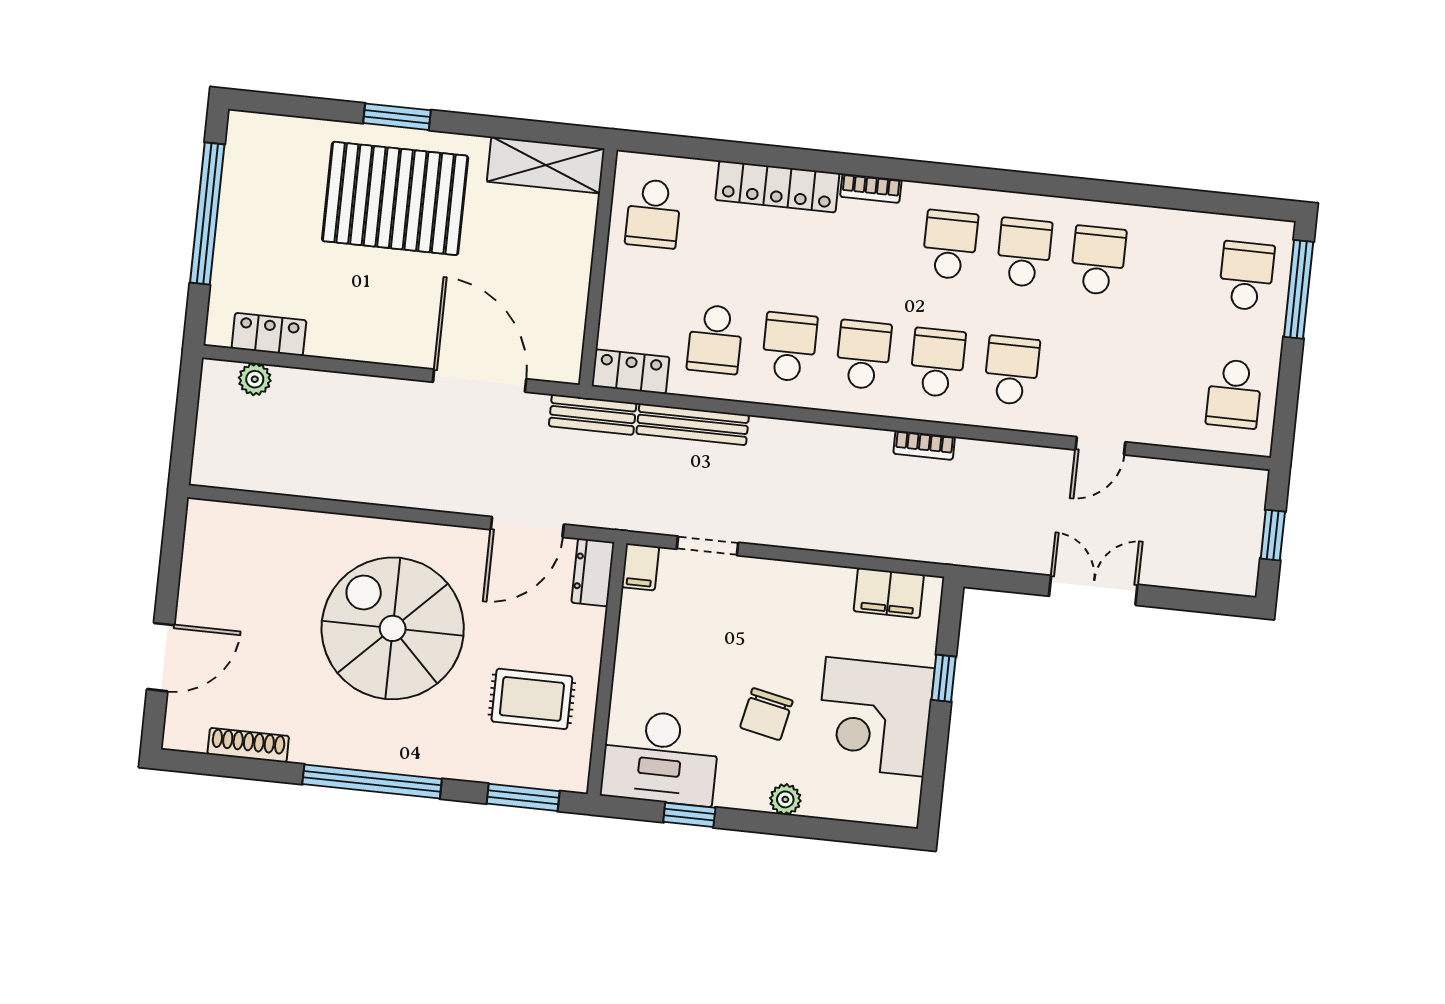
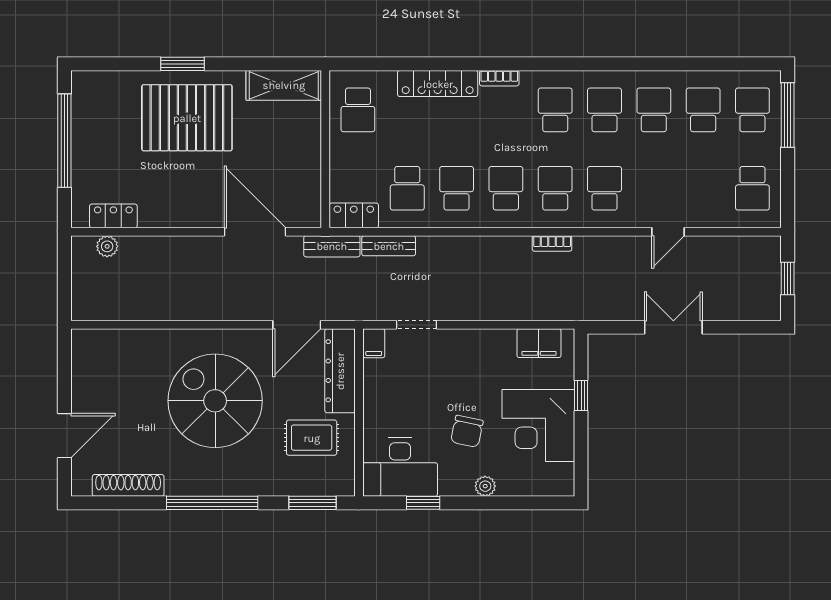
school desk: (1172, 268) -> (703, 110), added
bench: (693, 424) -> (389, 246), width x0.73
dresser: (593, 572) -> (340, 371), width x1.96, depth x1.24
shoe rack: (248, 745) -> (128, 485), width x1.36, depth x1.24

